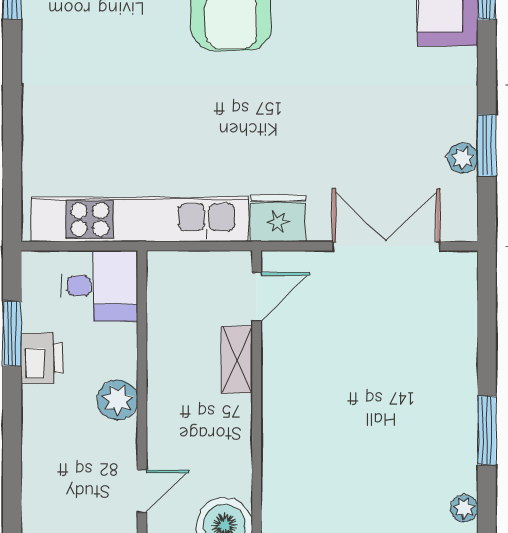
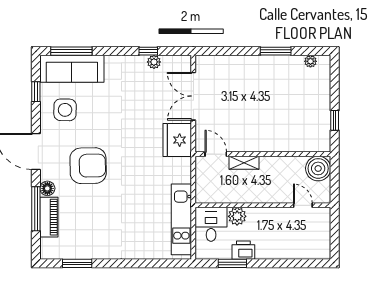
window: (487, 145) -> (148, 51), width x0.67
fridge: (278, 218) -> (177, 140), width x1.36, depth x1.34
kitchen unit: (140, 219) -> (181, 219), width x0.73
plant: (118, 400) -> (237, 216), moved

